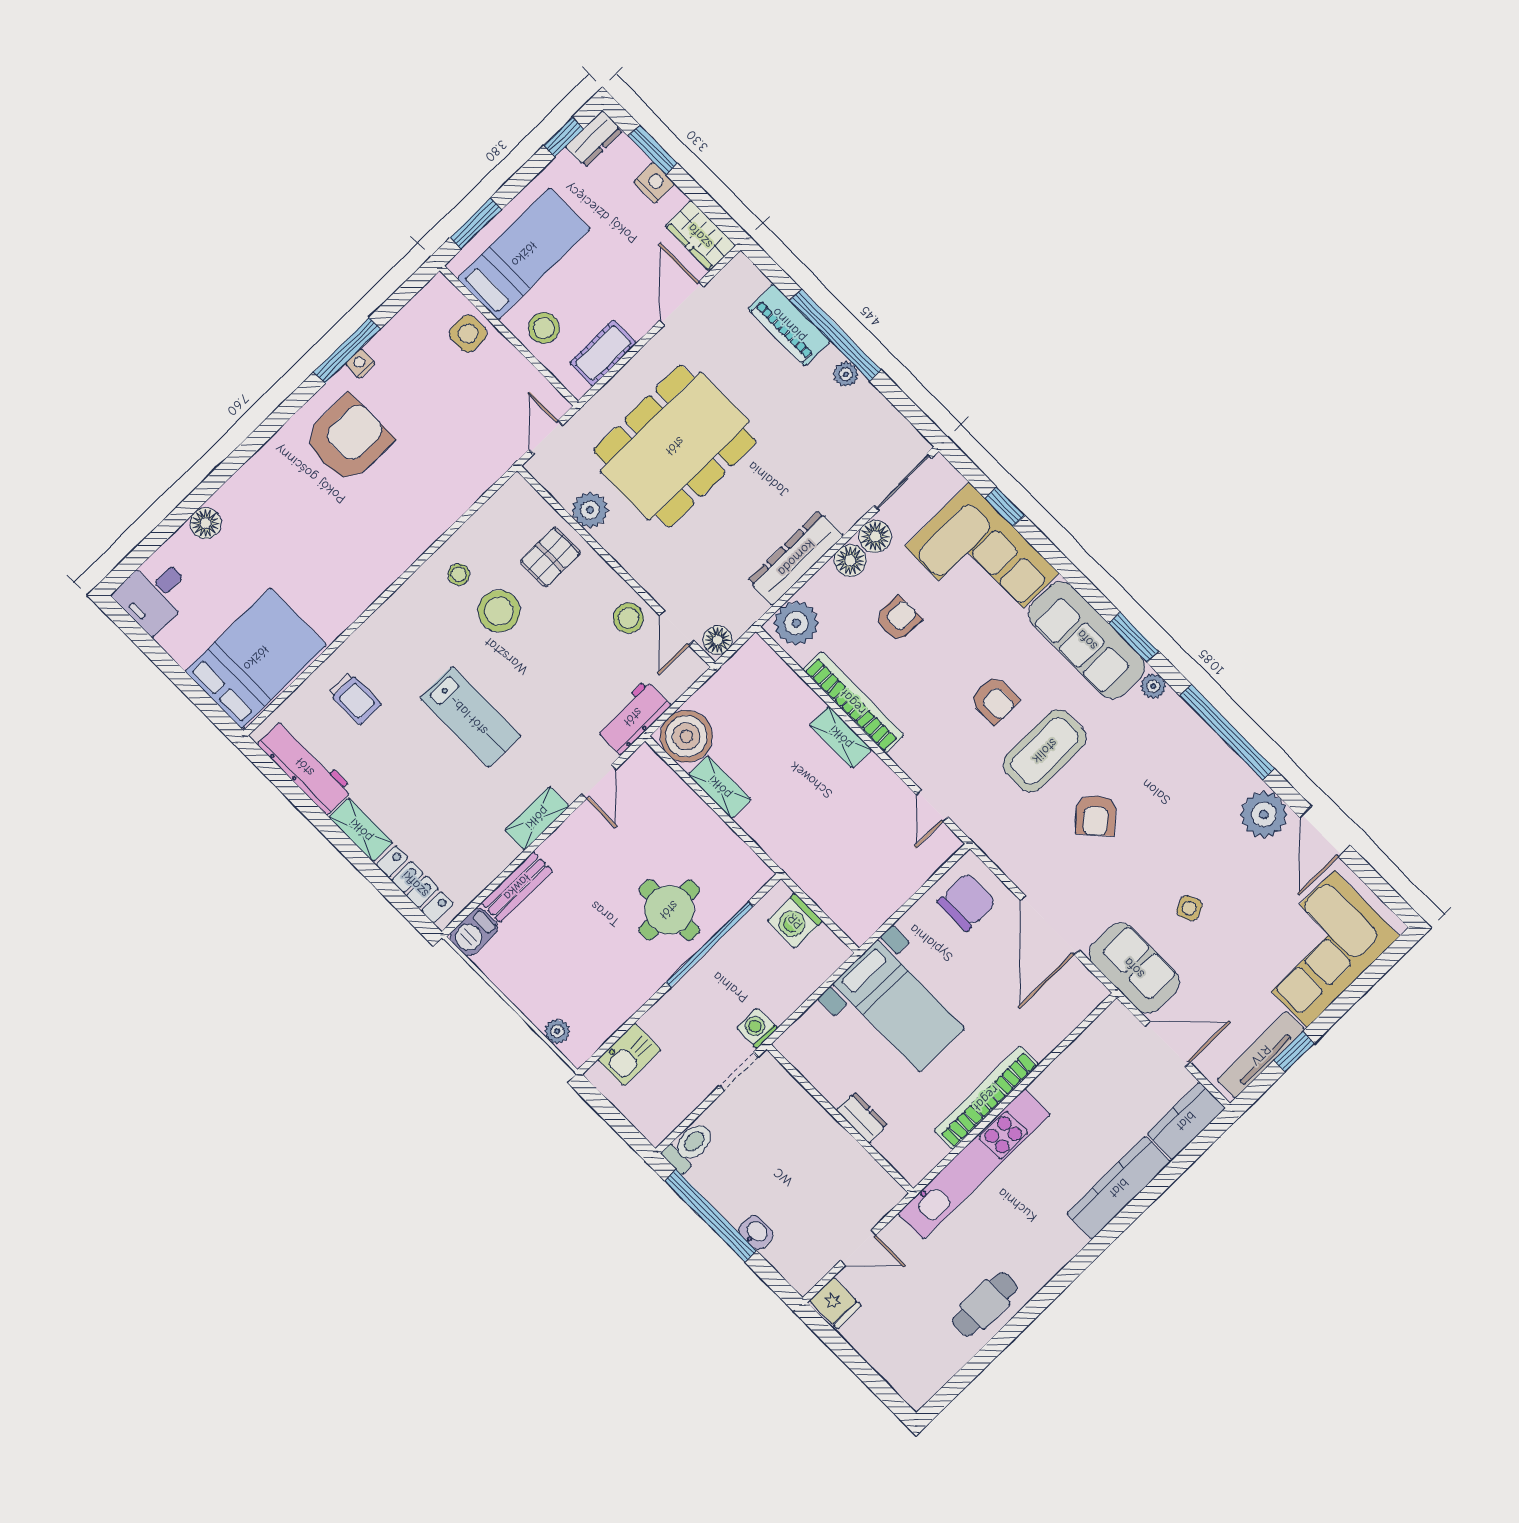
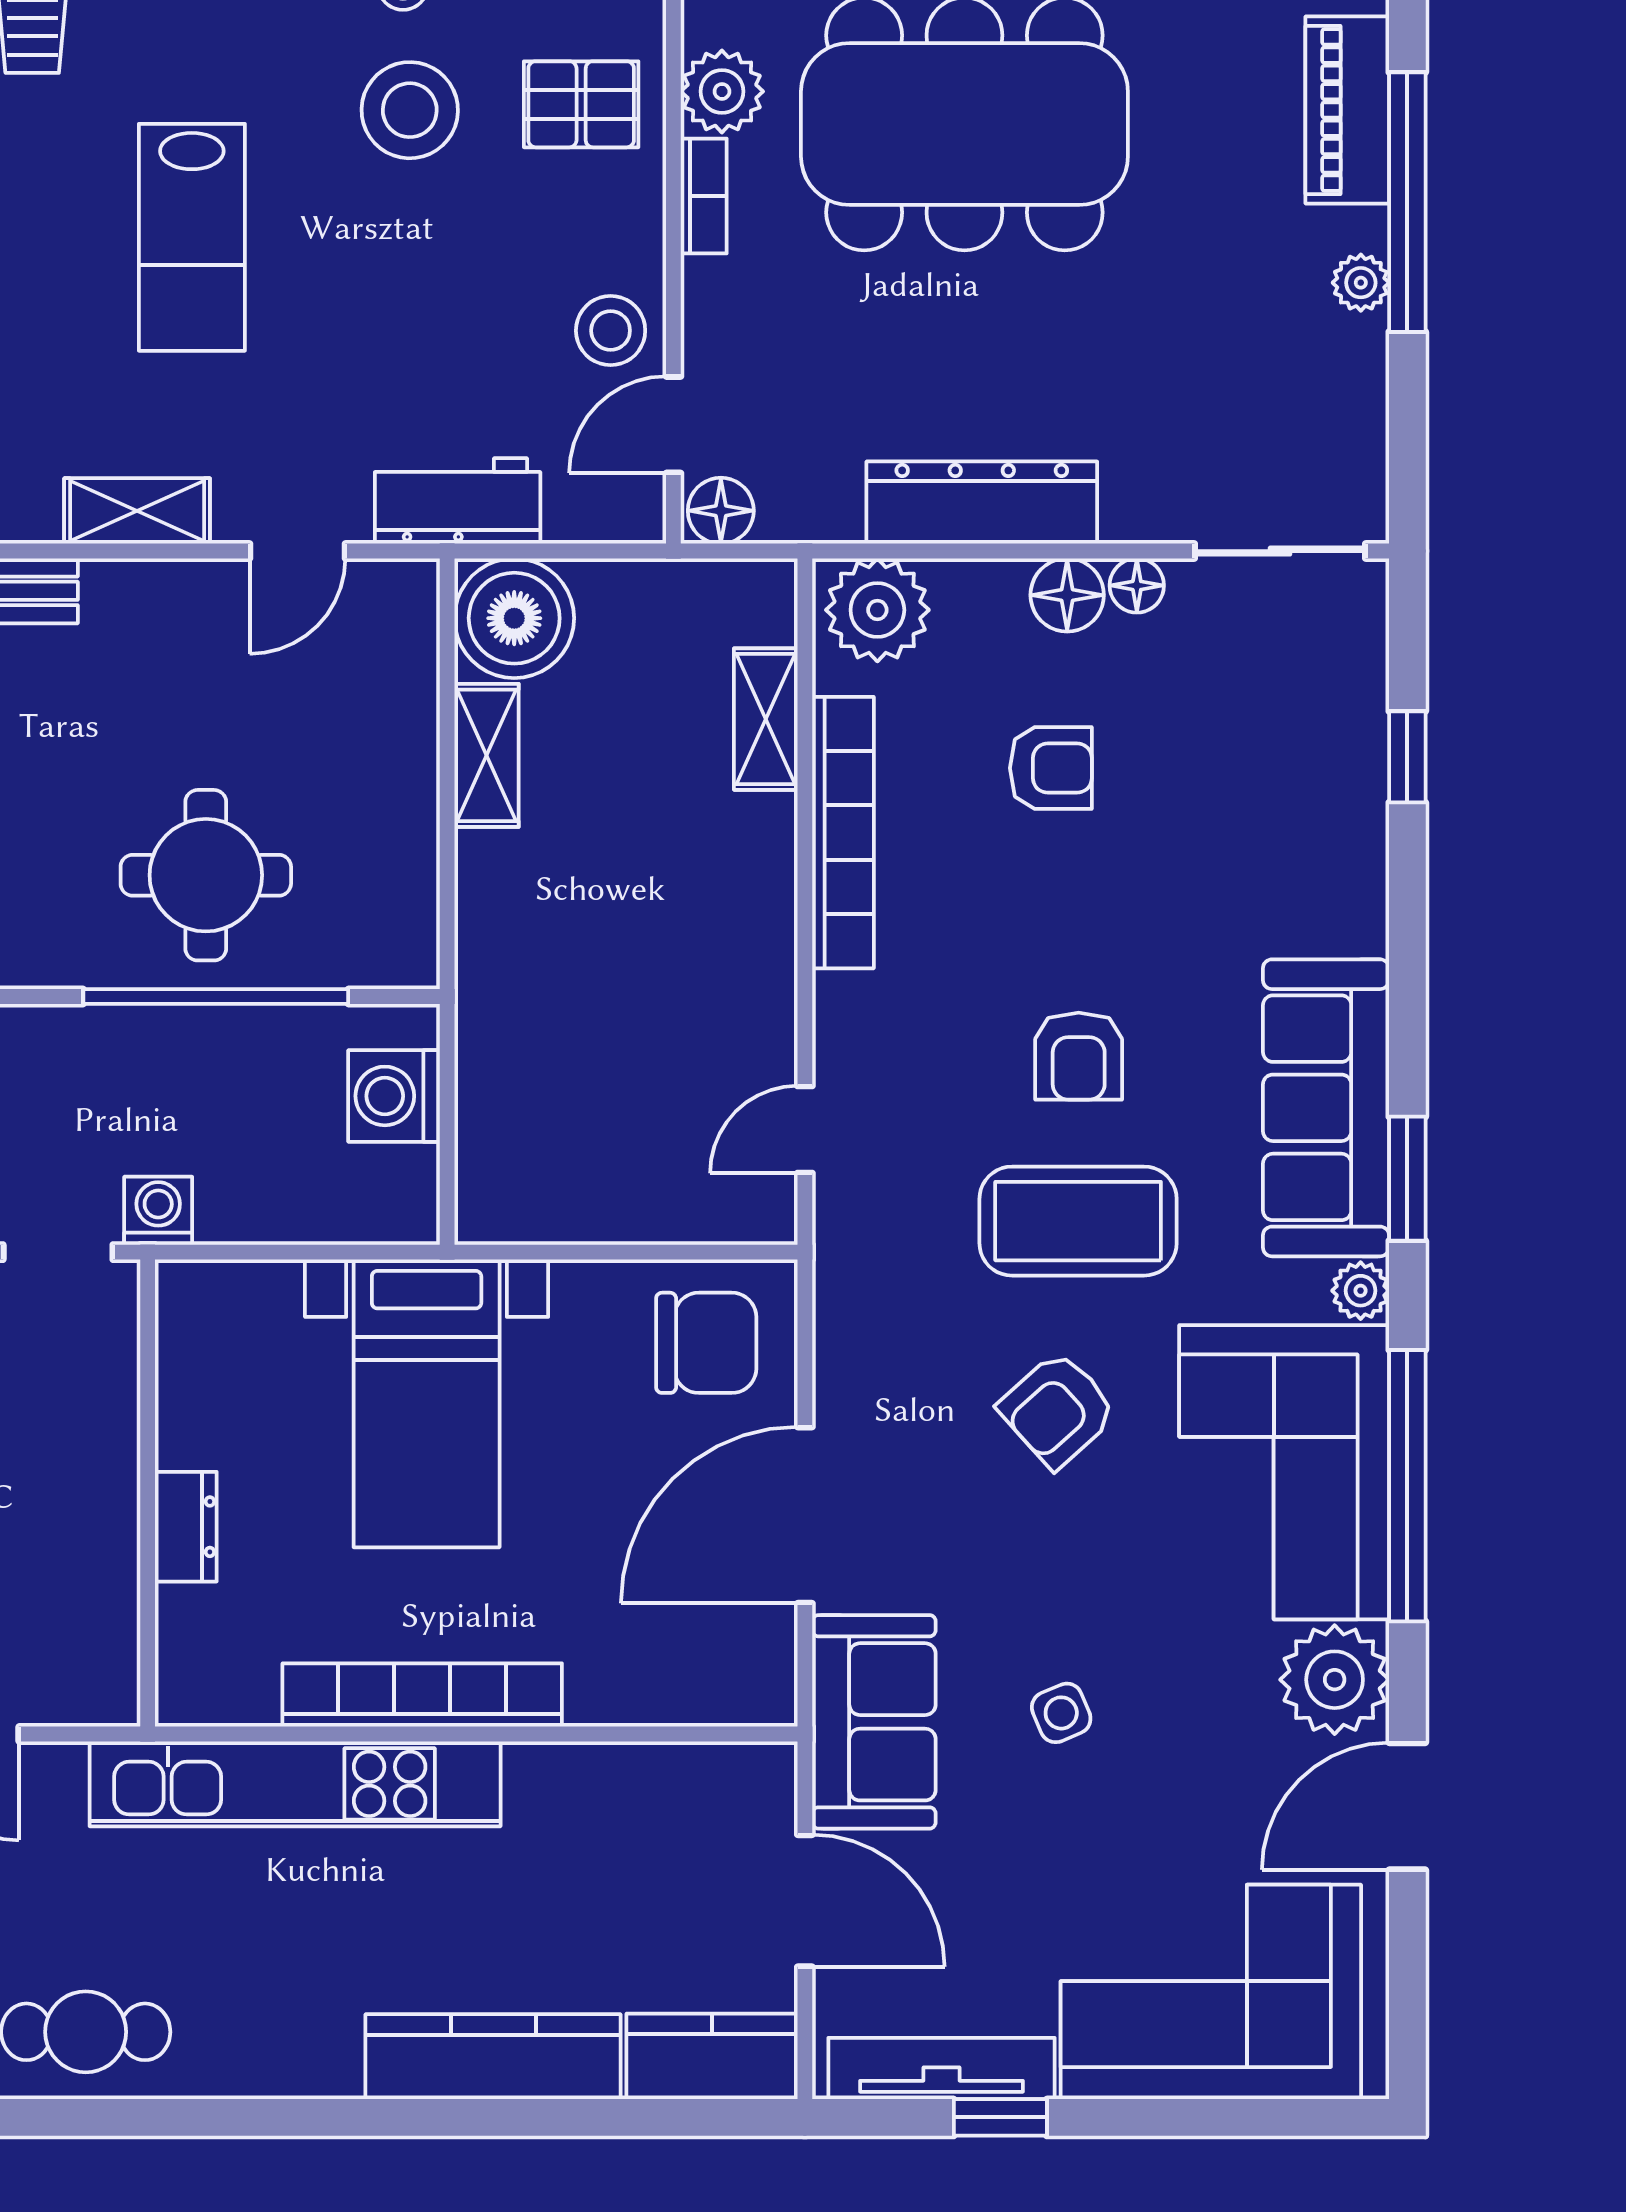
floor lamp: (875, 536) -> (1137, 585), width x0.73, depth x0.73
bookcase: (616, 548) -> (704, 196), added
corner sofa: (982, 560) -> (1284, 1472), moved
shelving: (841, 737) -> (766, 719), moved

